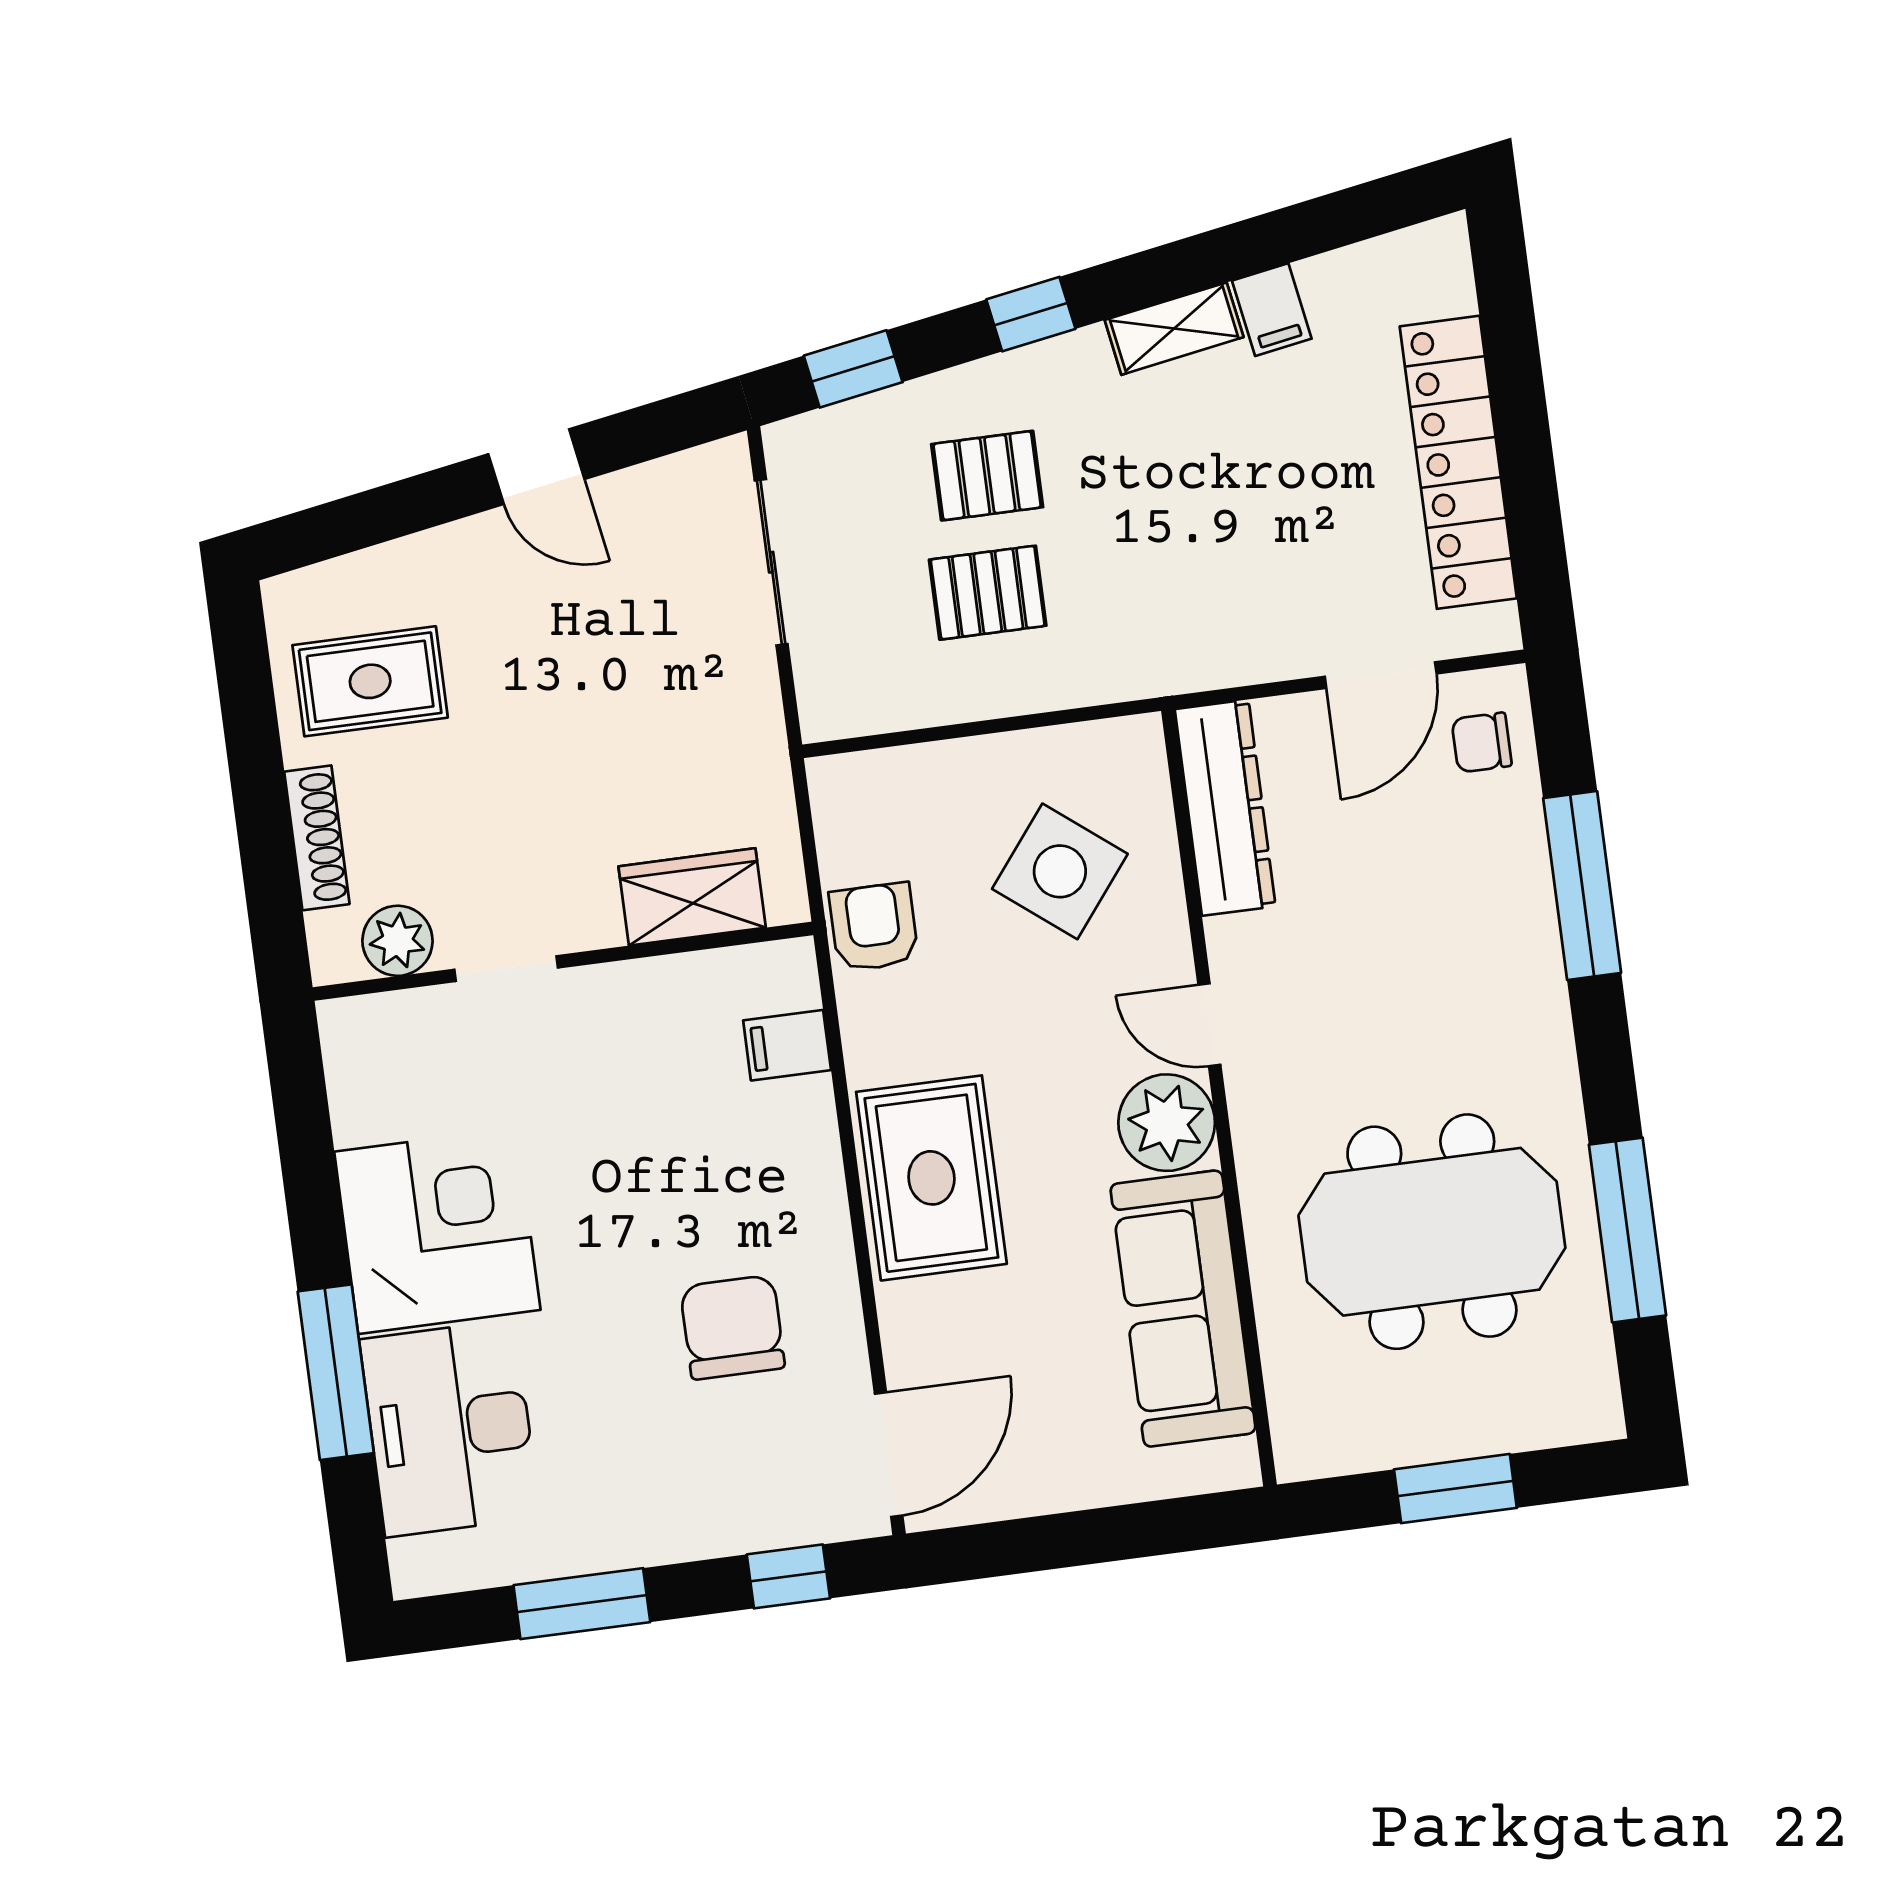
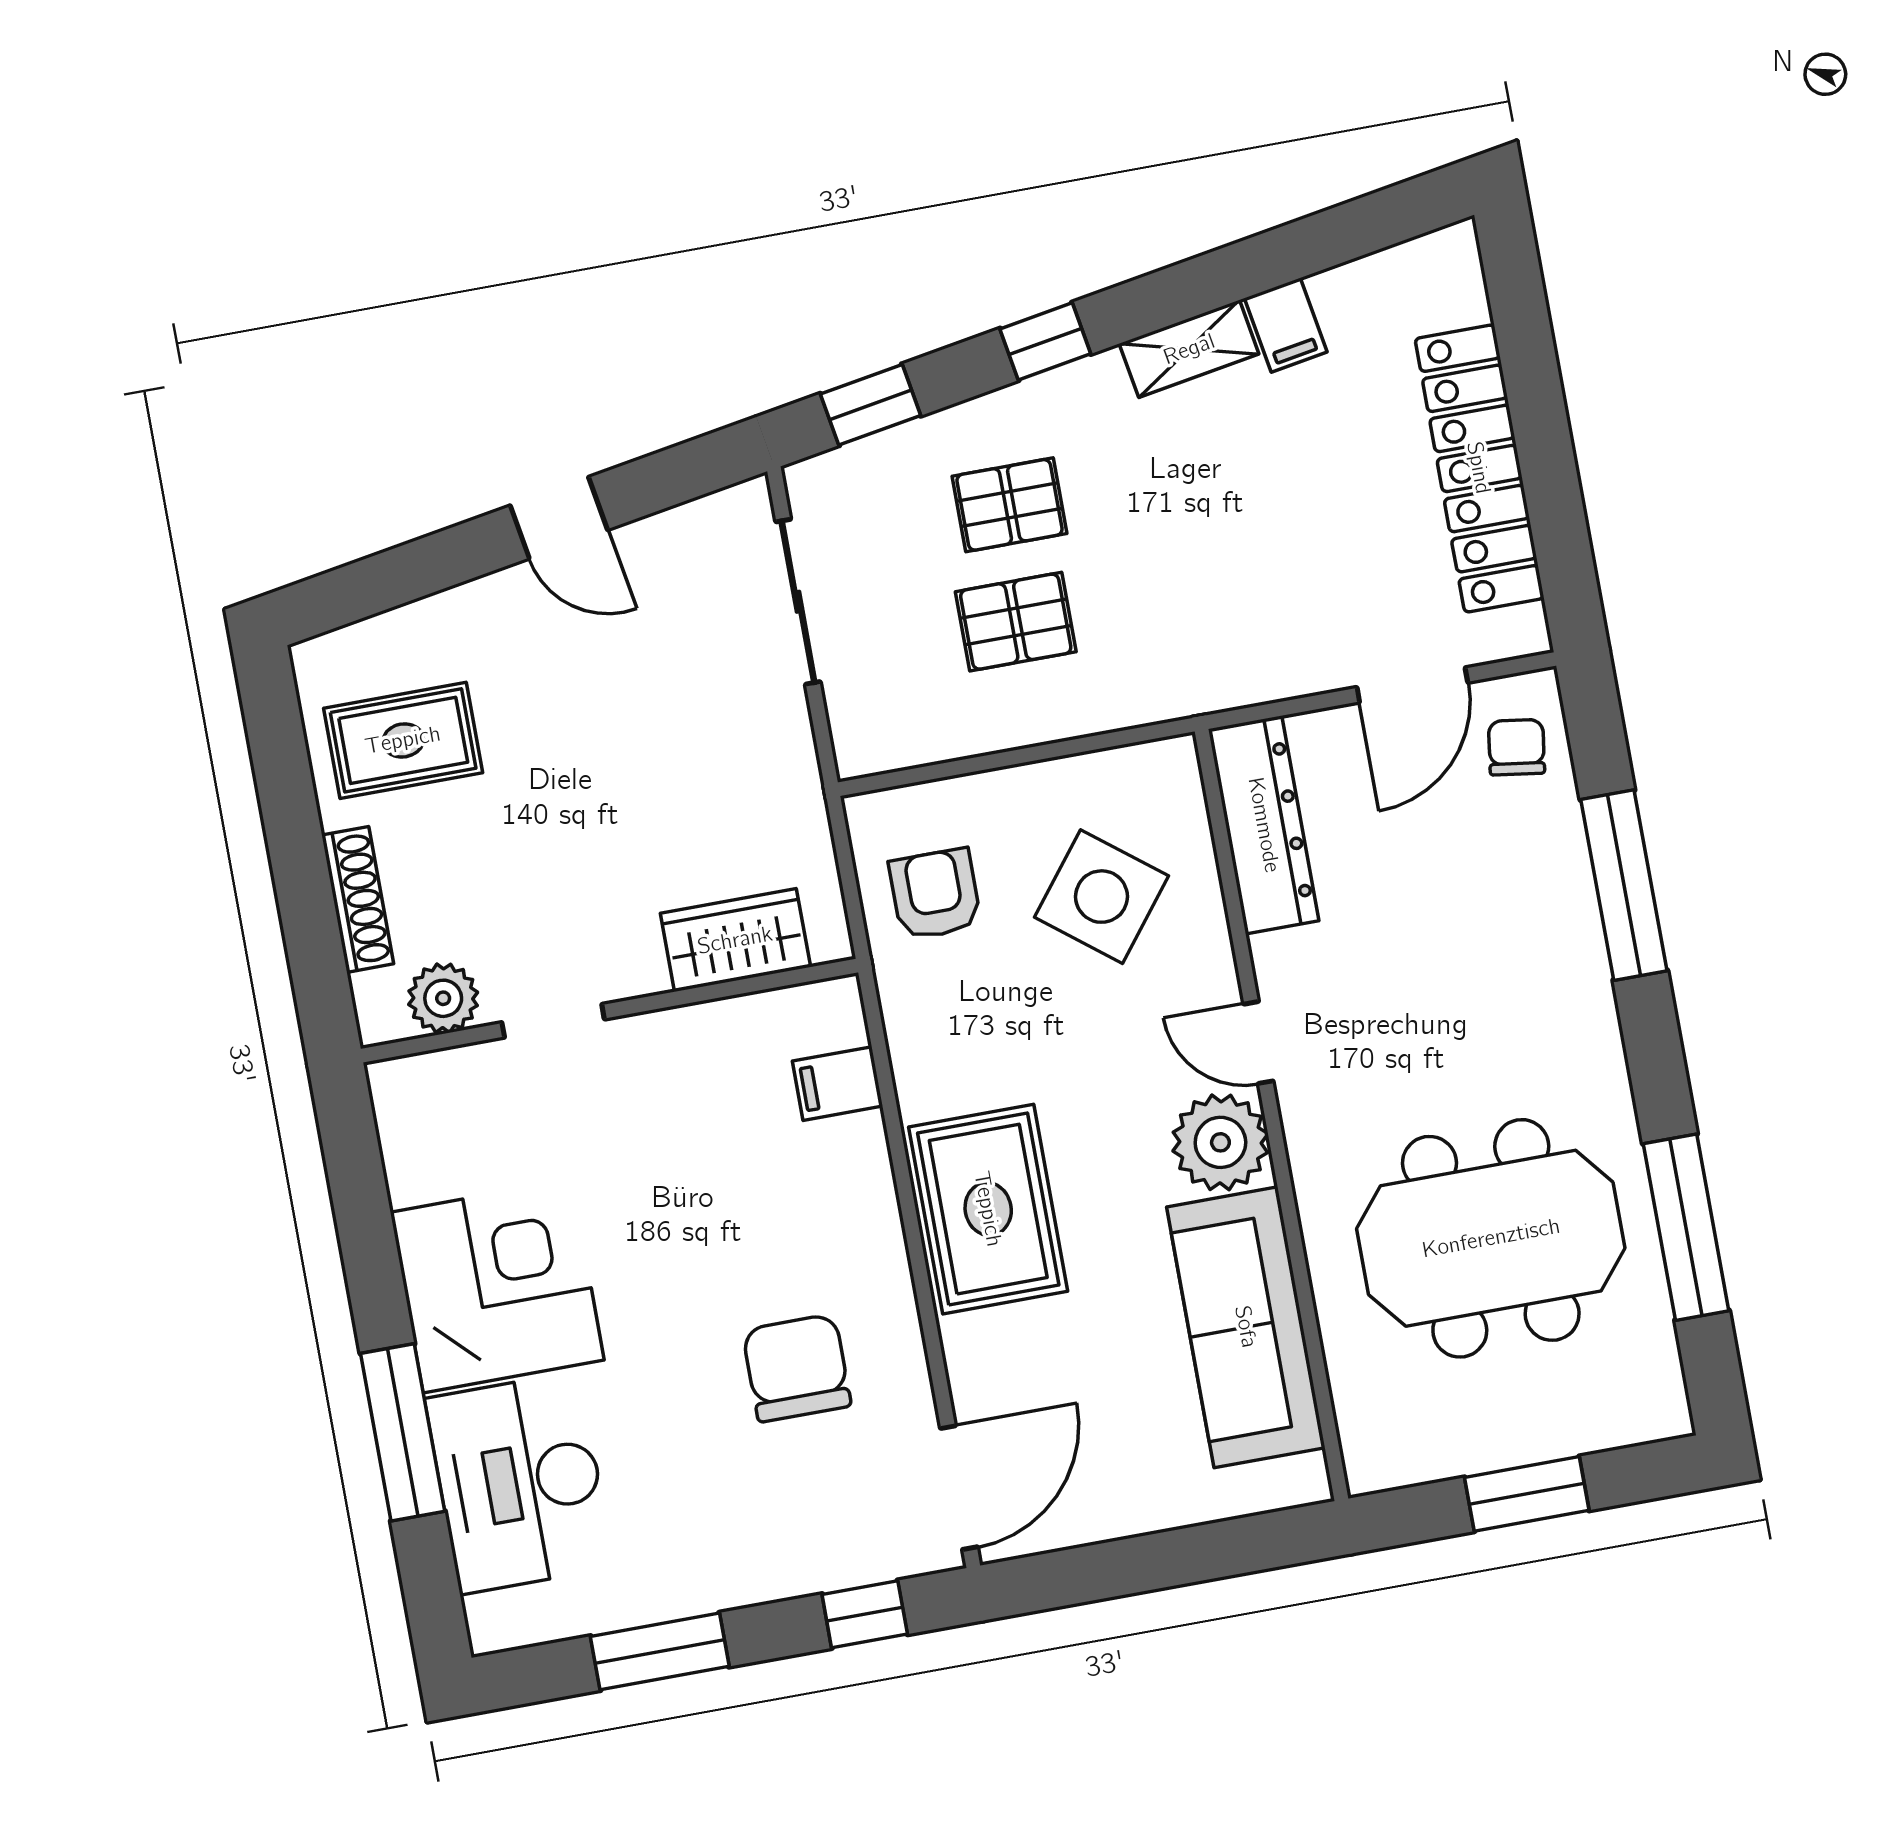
chair: (1482, 742) -> (1517, 747), turned 98
armchair: (874, 927) -> (935, 894), moved

